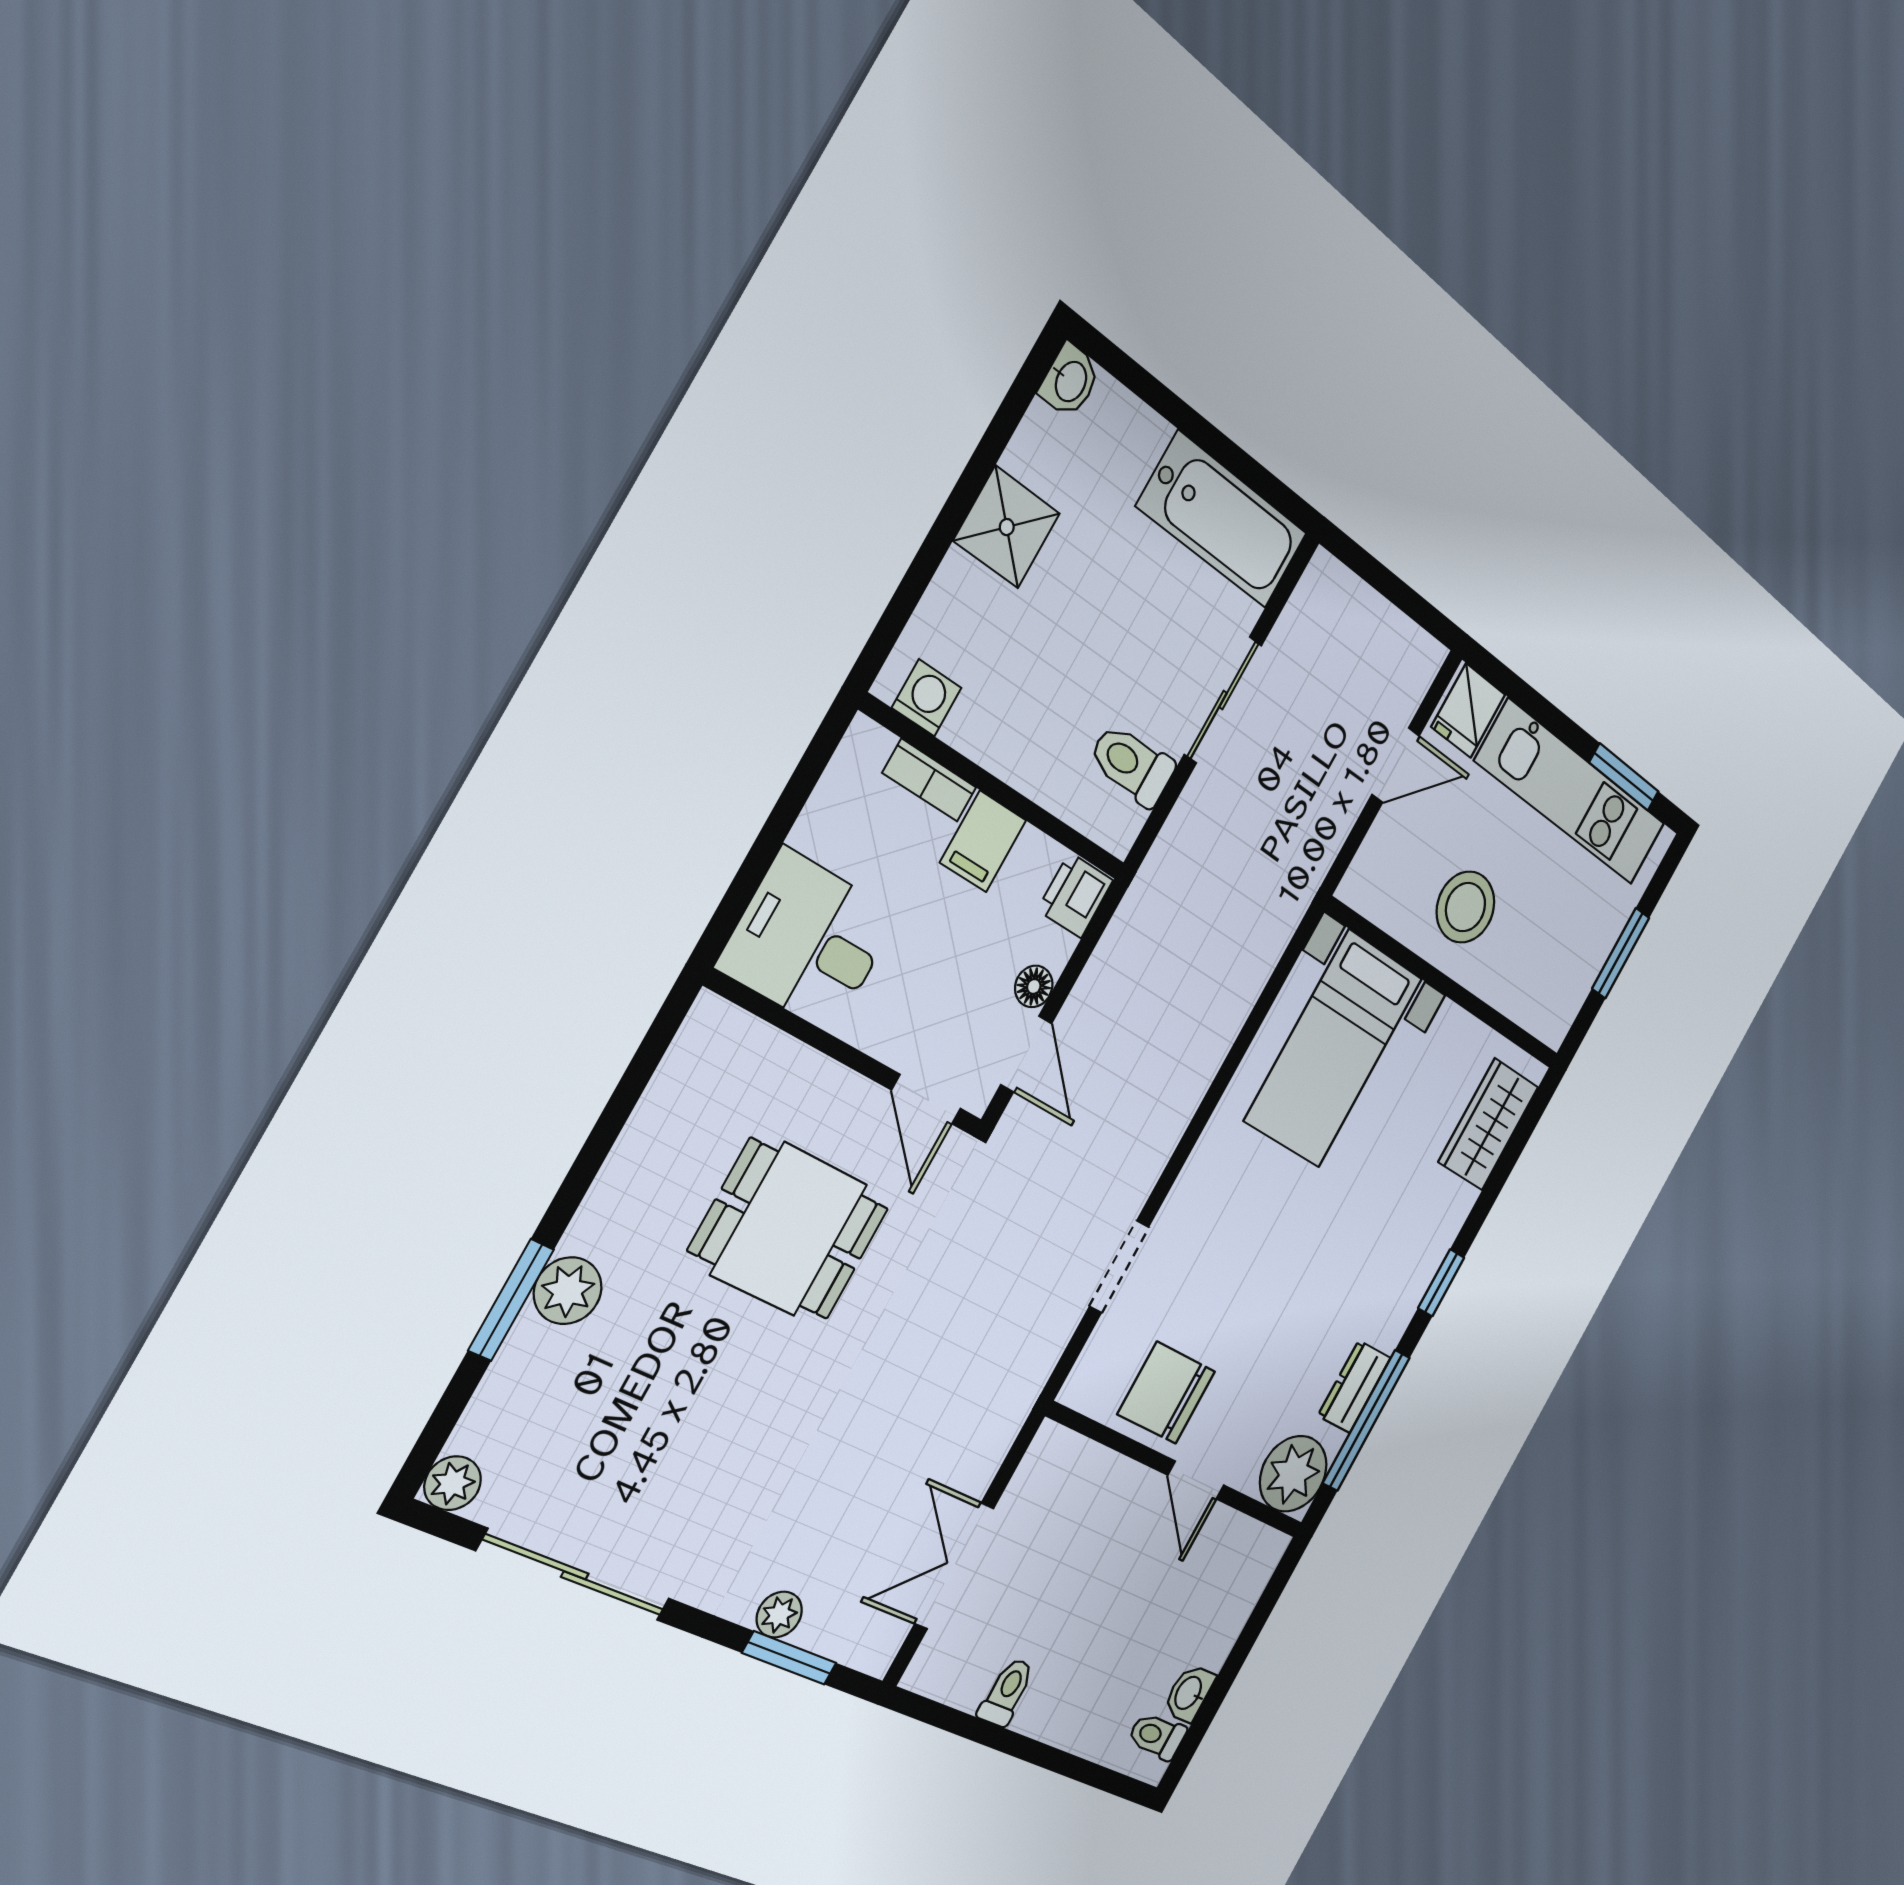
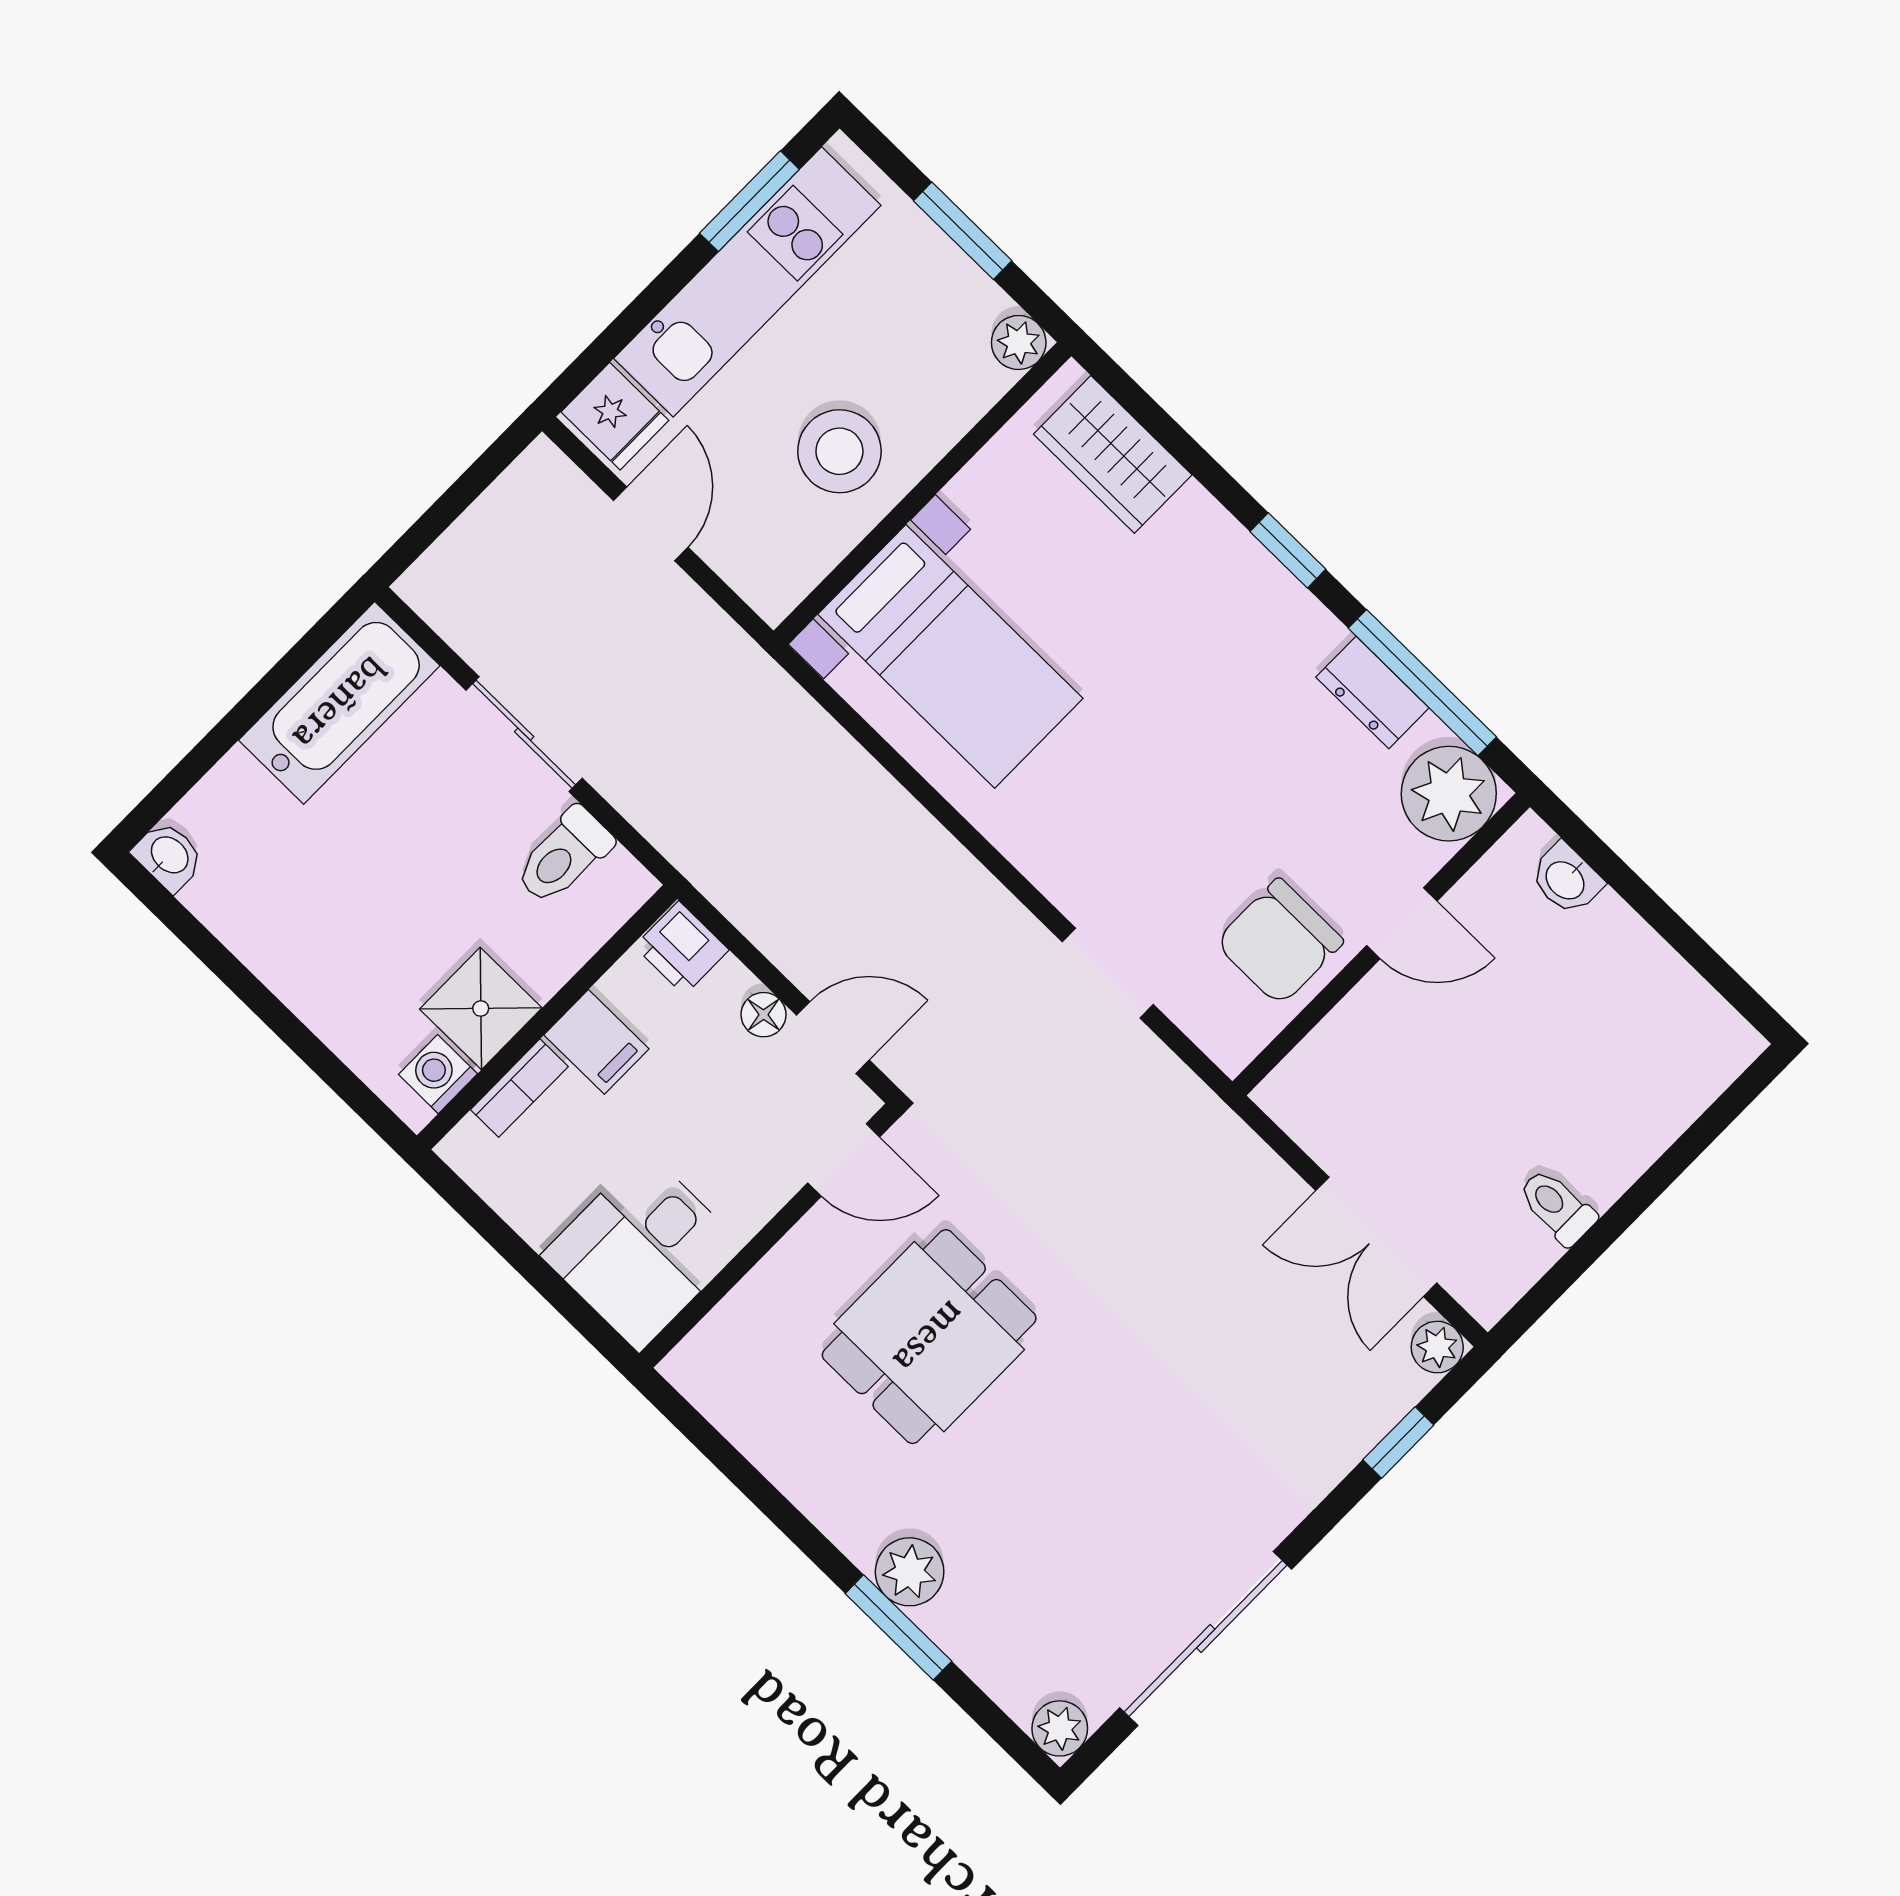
shower: (1007, 527) -> (481, 1009), moved
plant: (1554, 1024) -> (1019, 342), added
plant: (779, 1615) -> (1437, 1347), moved
window: (789, 1658) -> (1398, 1442), width x0.67
washbasin: (1189, 1693) -> (1566, 879), moved
toilet: (1157, 1736) -> (1704, 1032), removed

